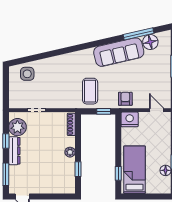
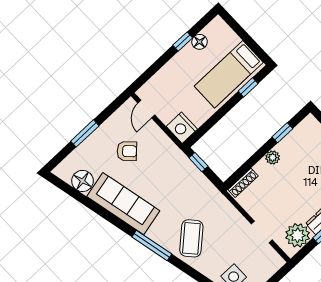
window: (139, 34) -> (152, 245), moved
coffee table: (90, 91) -> (191, 238), moved, turned -42
armchair: (125, 99) -> (127, 151), moved, turned -135

